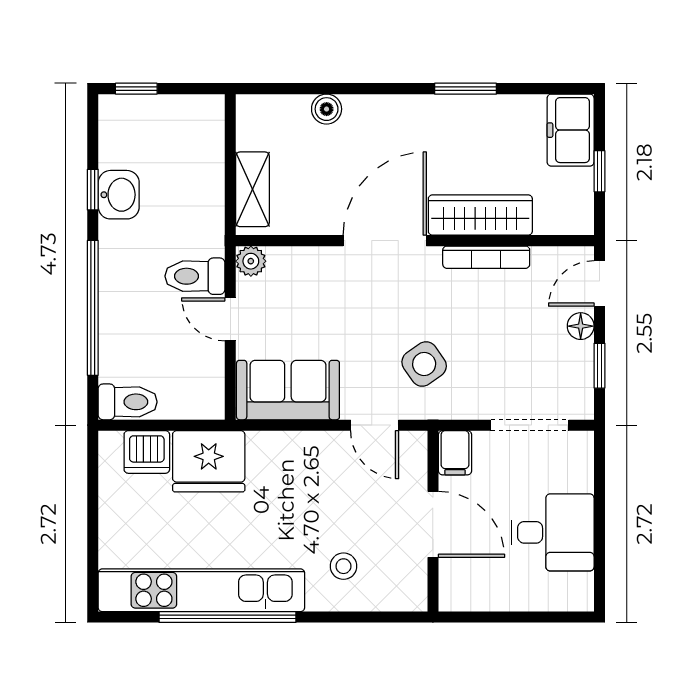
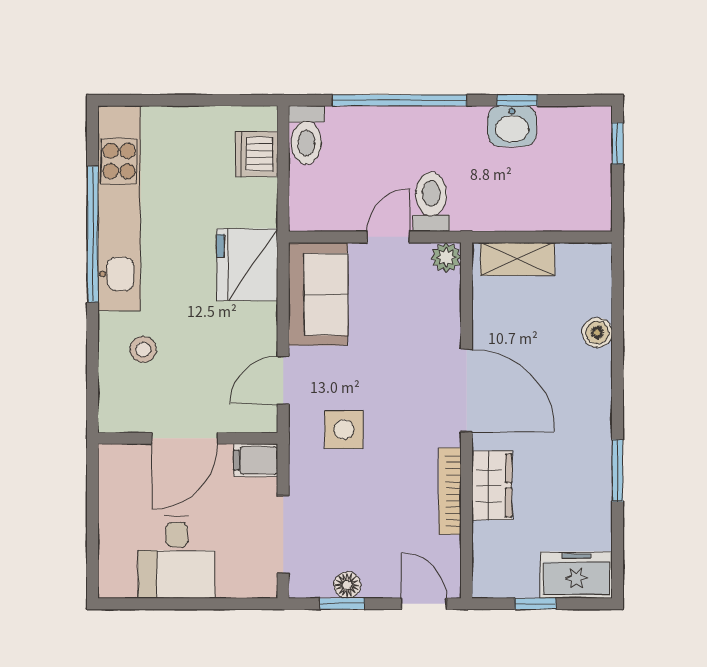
wardrobe: (480, 215) -> (492, 485), width x0.67
floor lamp: (581, 326) -> (347, 585), moved
side table: (424, 364) -> (344, 429), turned 35
fridge: (209, 461) -> (247, 265), moved

